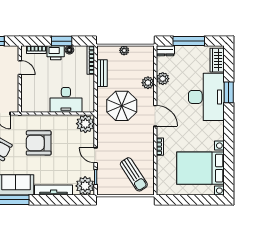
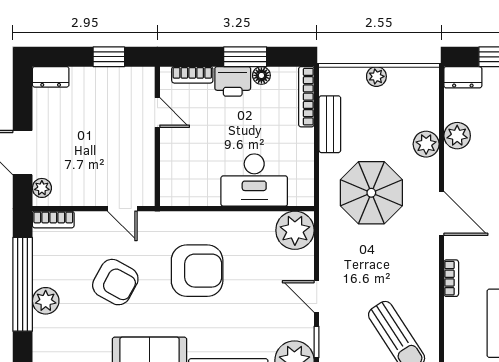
armchair: (39, 143) -> (197, 271), turned 180

